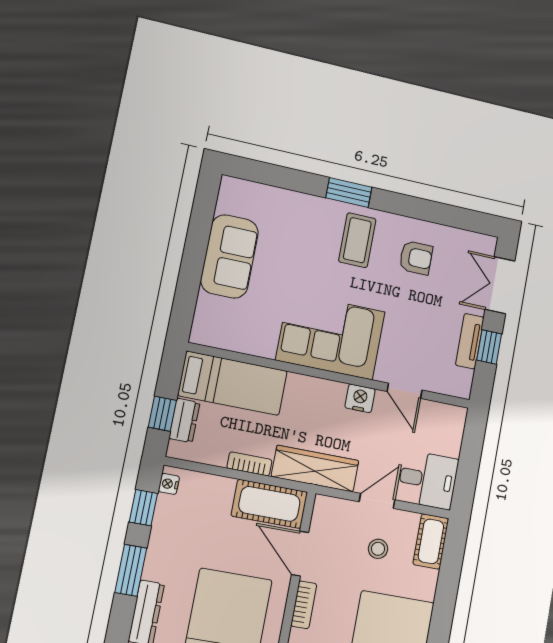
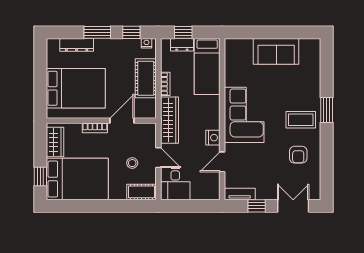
tv unit: (470, 341) -> (240, 194), moved
cot: (269, 504) -> (146, 78), moved

